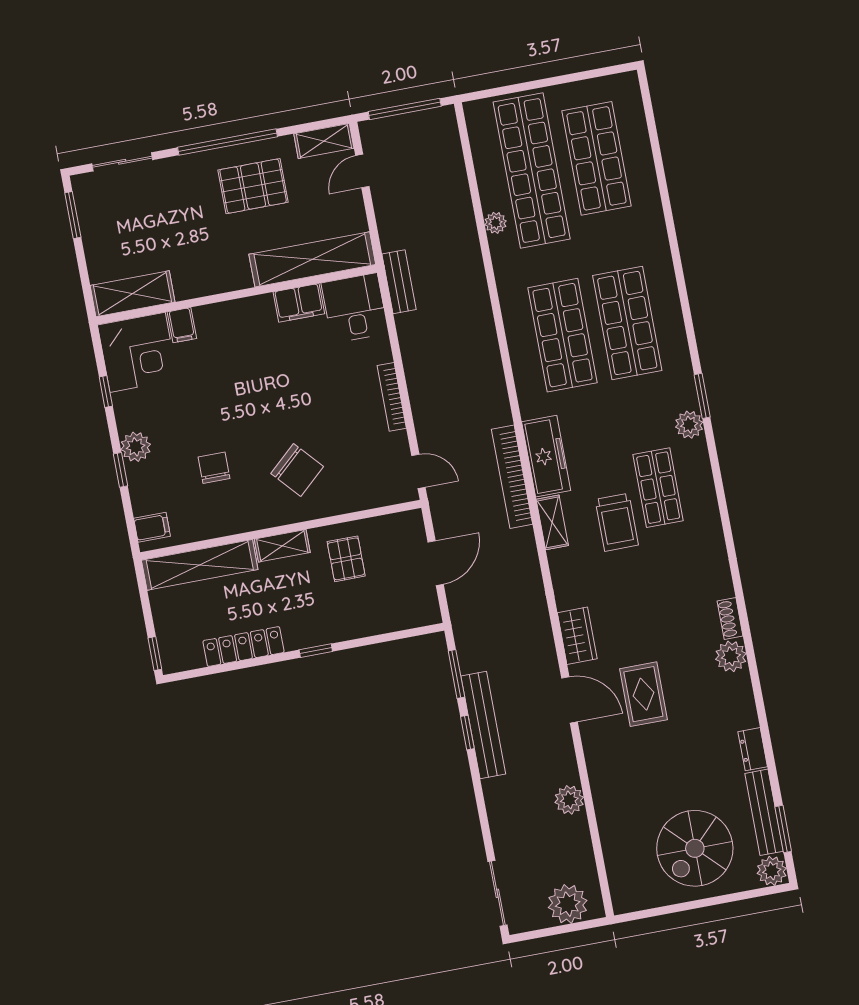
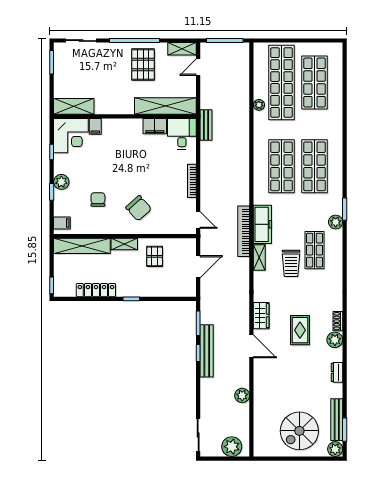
pallet: (253, 186) -> (143, 65), turned 90
rug: (643, 694) -> (300, 330), moved
dresser: (753, 749) -> (337, 372), moved

